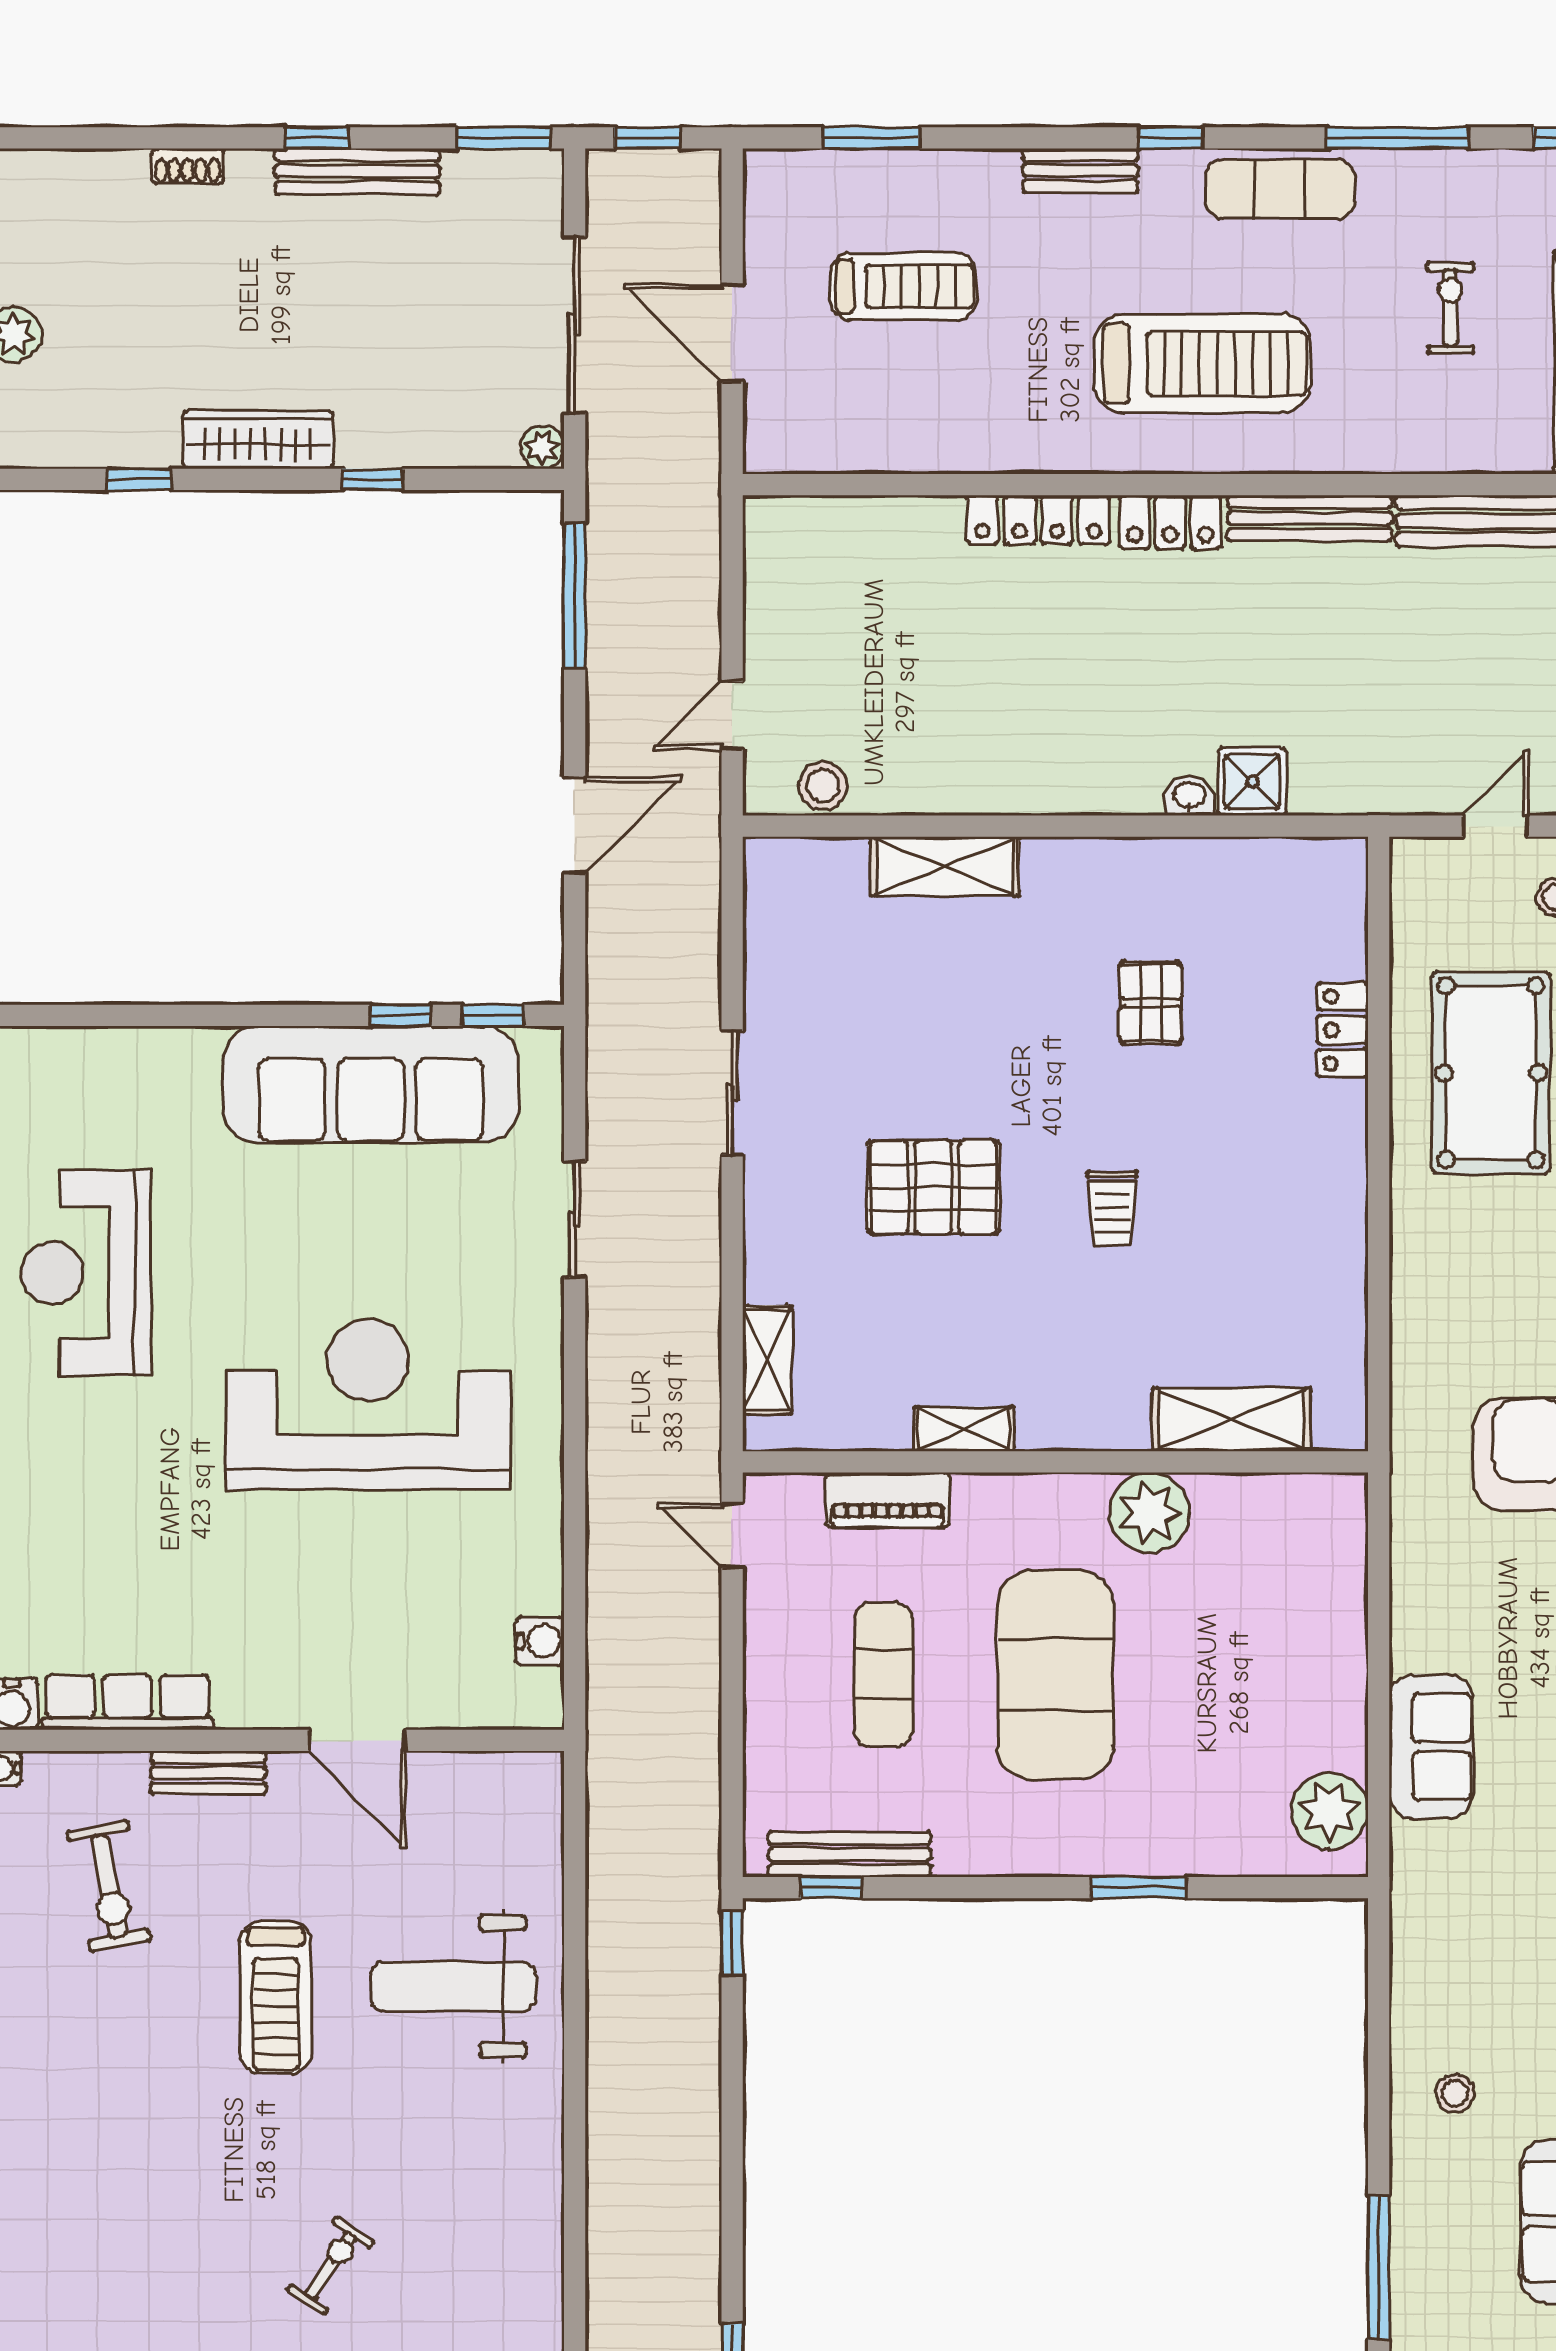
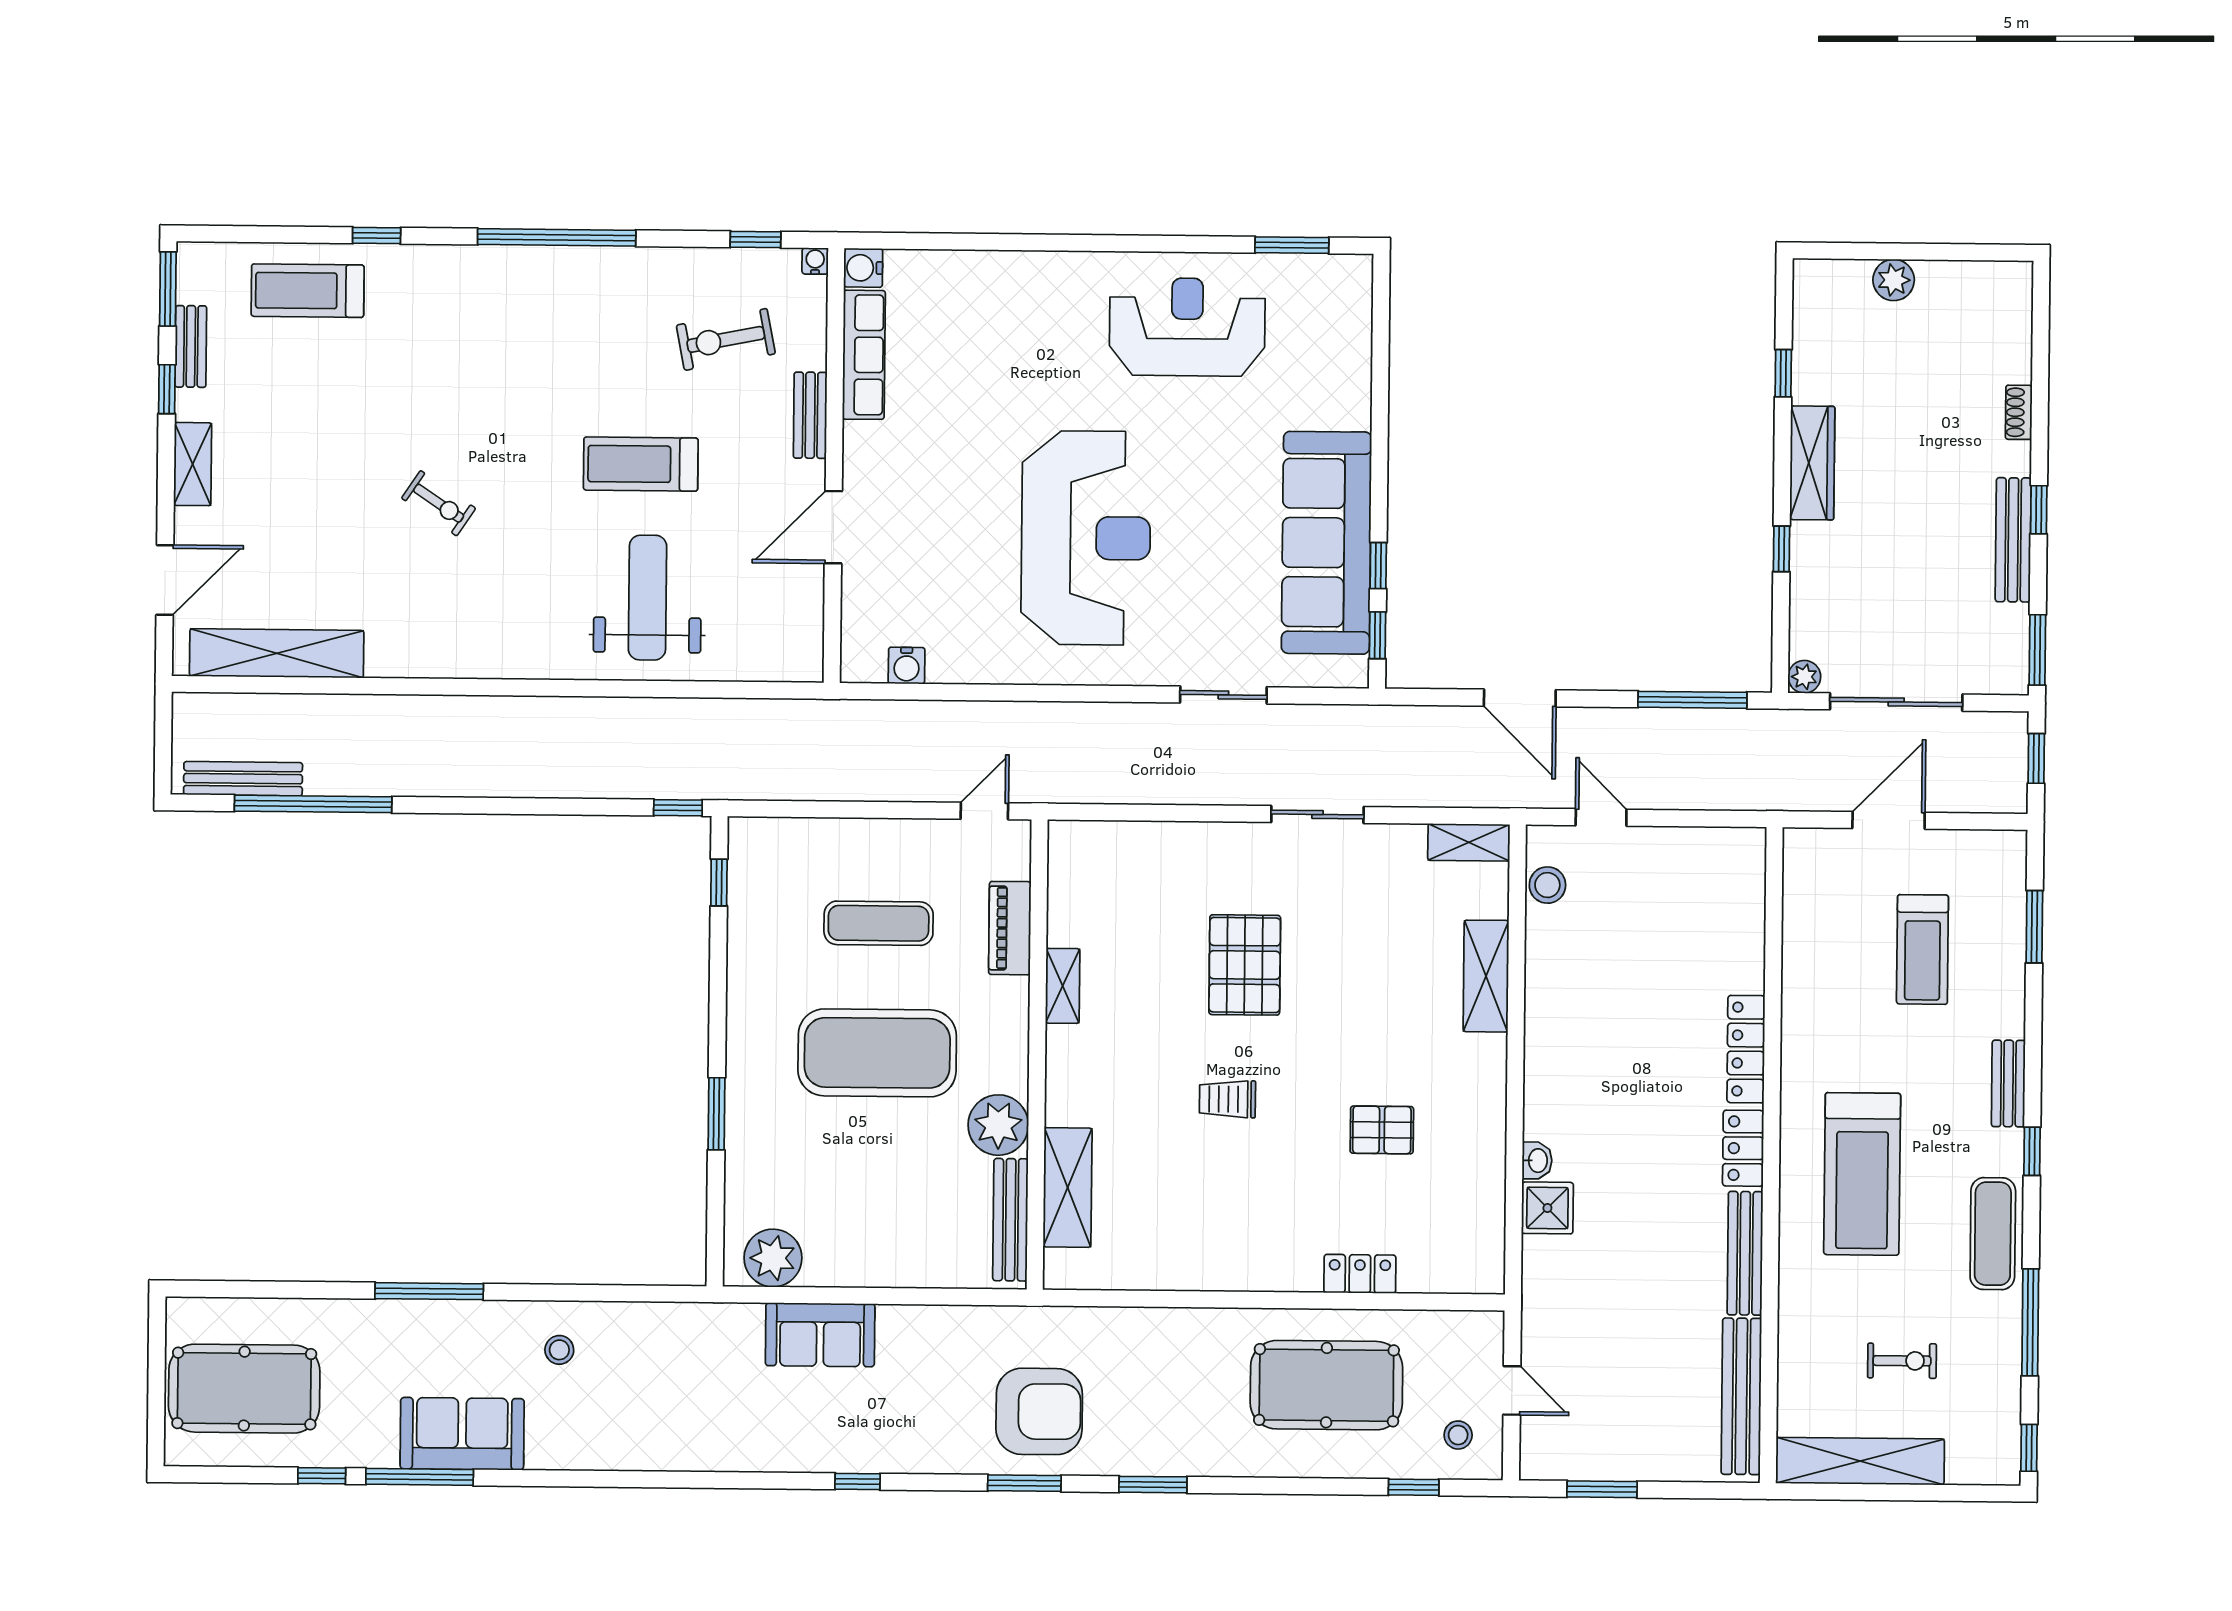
shelving: (767, 1360) -> (1469, 842), moved
bench: (850, 1854) -> (1010, 1220), moved

